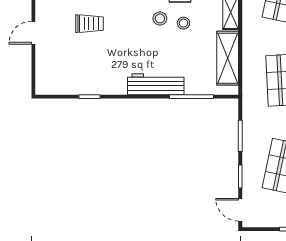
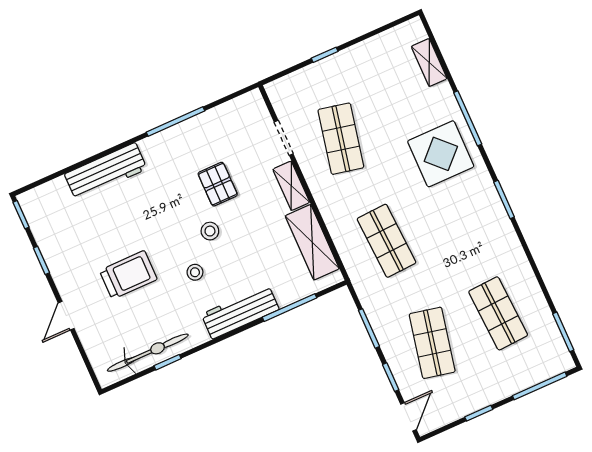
stool: (183, 23) -> (195, 272), moved
trolley: (89, 24) -> (128, 275), width x1.36, depth x1.39
bicycle: (79, 84) -> (148, 353), added
door: (240, 210) -> (408, 417), swing flipped

